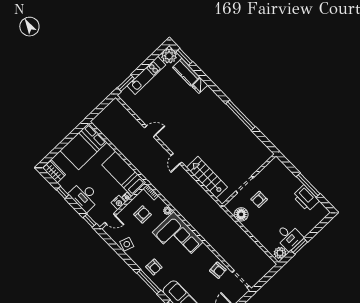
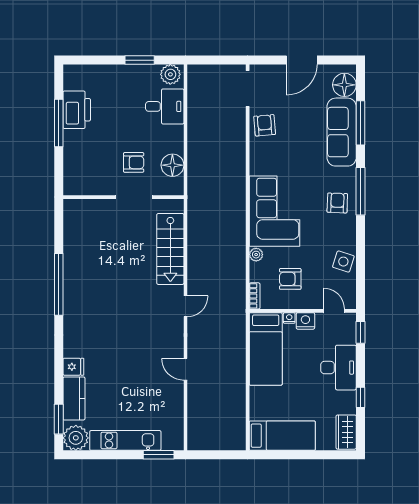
bed: (84, 146) -> (282, 436), width x0.67
desk: (289, 237) -> (165, 106), moved, turned 90

